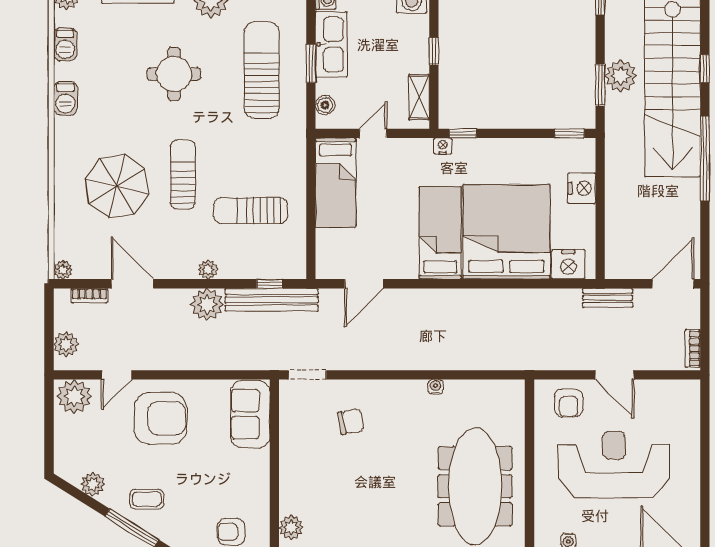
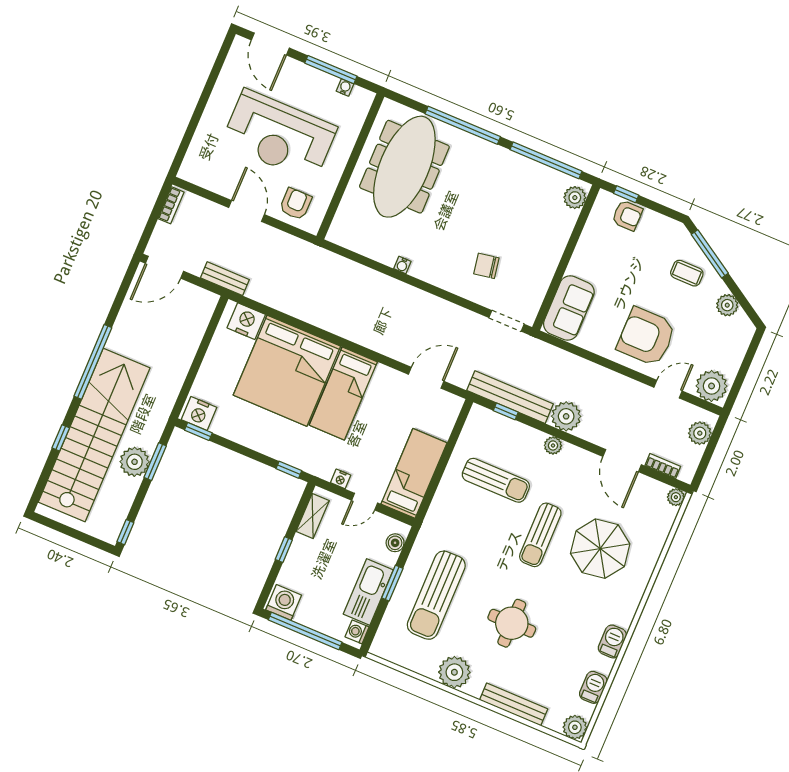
nightstand: (443, 146) -> (341, 479), moved
nightstand: (582, 188) -> (199, 413), moved, turned -90

